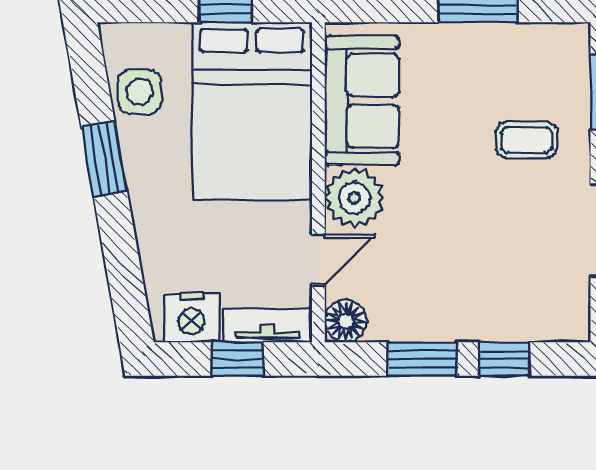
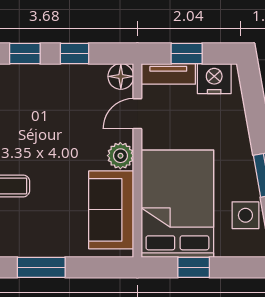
plant: (354, 198) -> (120, 156), width x0.73, depth x0.73
window: (423, 359) -> (74, 54), width x0.67

